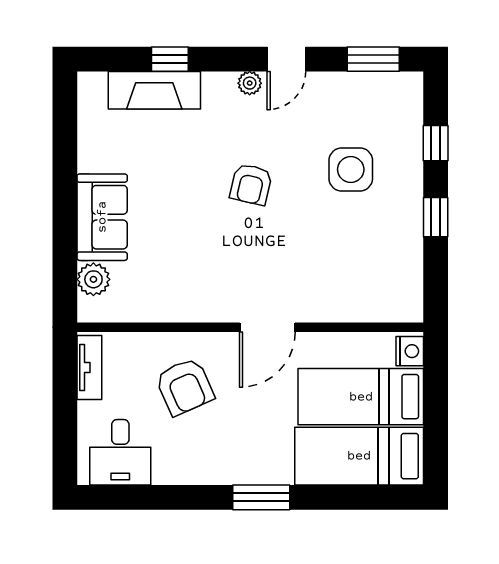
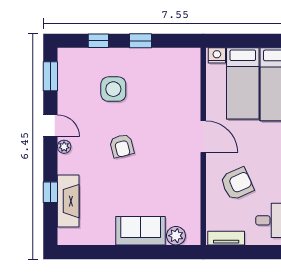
armchair: (251, 184) -> (122, 146), turned 63

